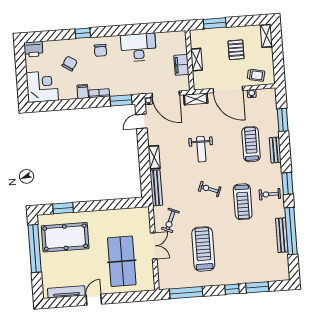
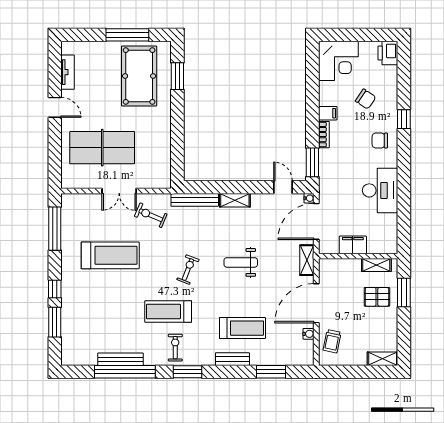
pallet: (236, 50) -> (377, 297), moved
shelving: (197, 60) -> (376, 265), moved
window: (35, 249) -> (127, 35), width x0.68
tv unit: (66, 292) -> (68, 72), width x0.71

